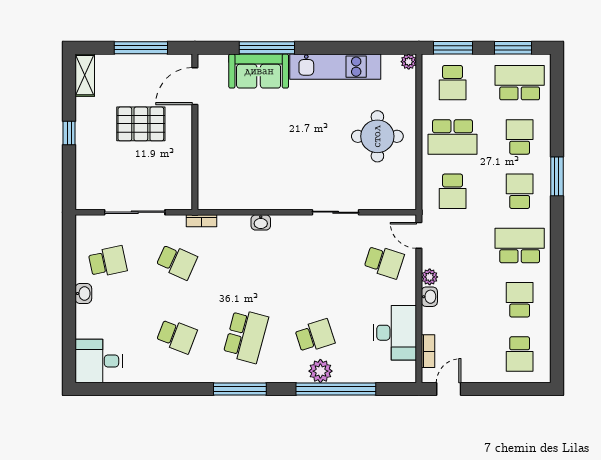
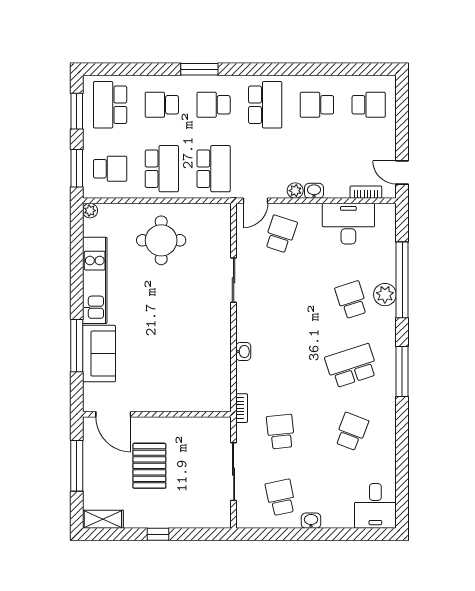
school desk: (453, 191) -> (214, 169), width x1.85
school desk: (520, 245) -> (265, 105), turned 180
school desk: (177, 262) -> (281, 432), turned -30
school desk: (246, 336) -> (351, 366), turned -33

